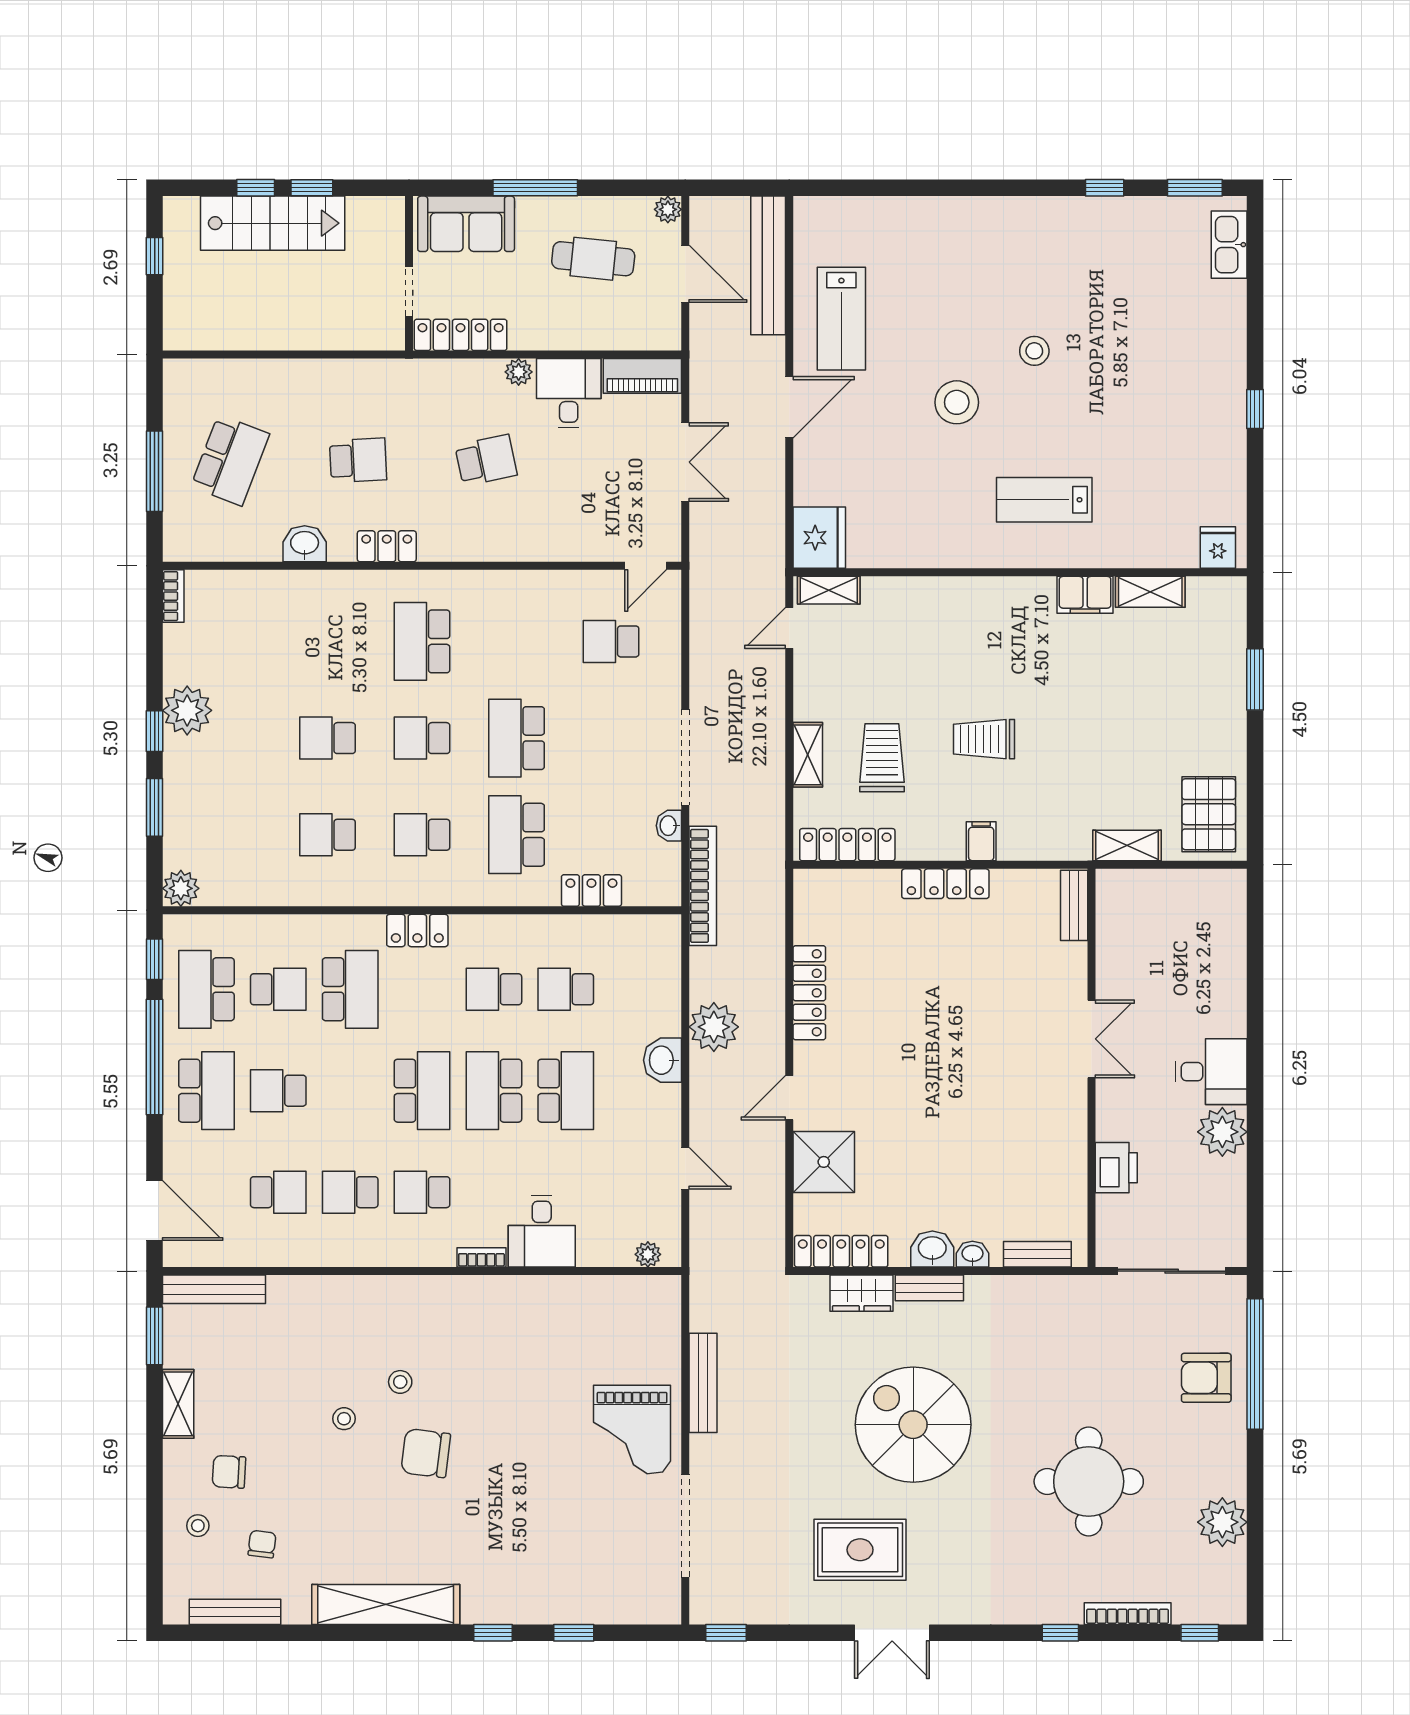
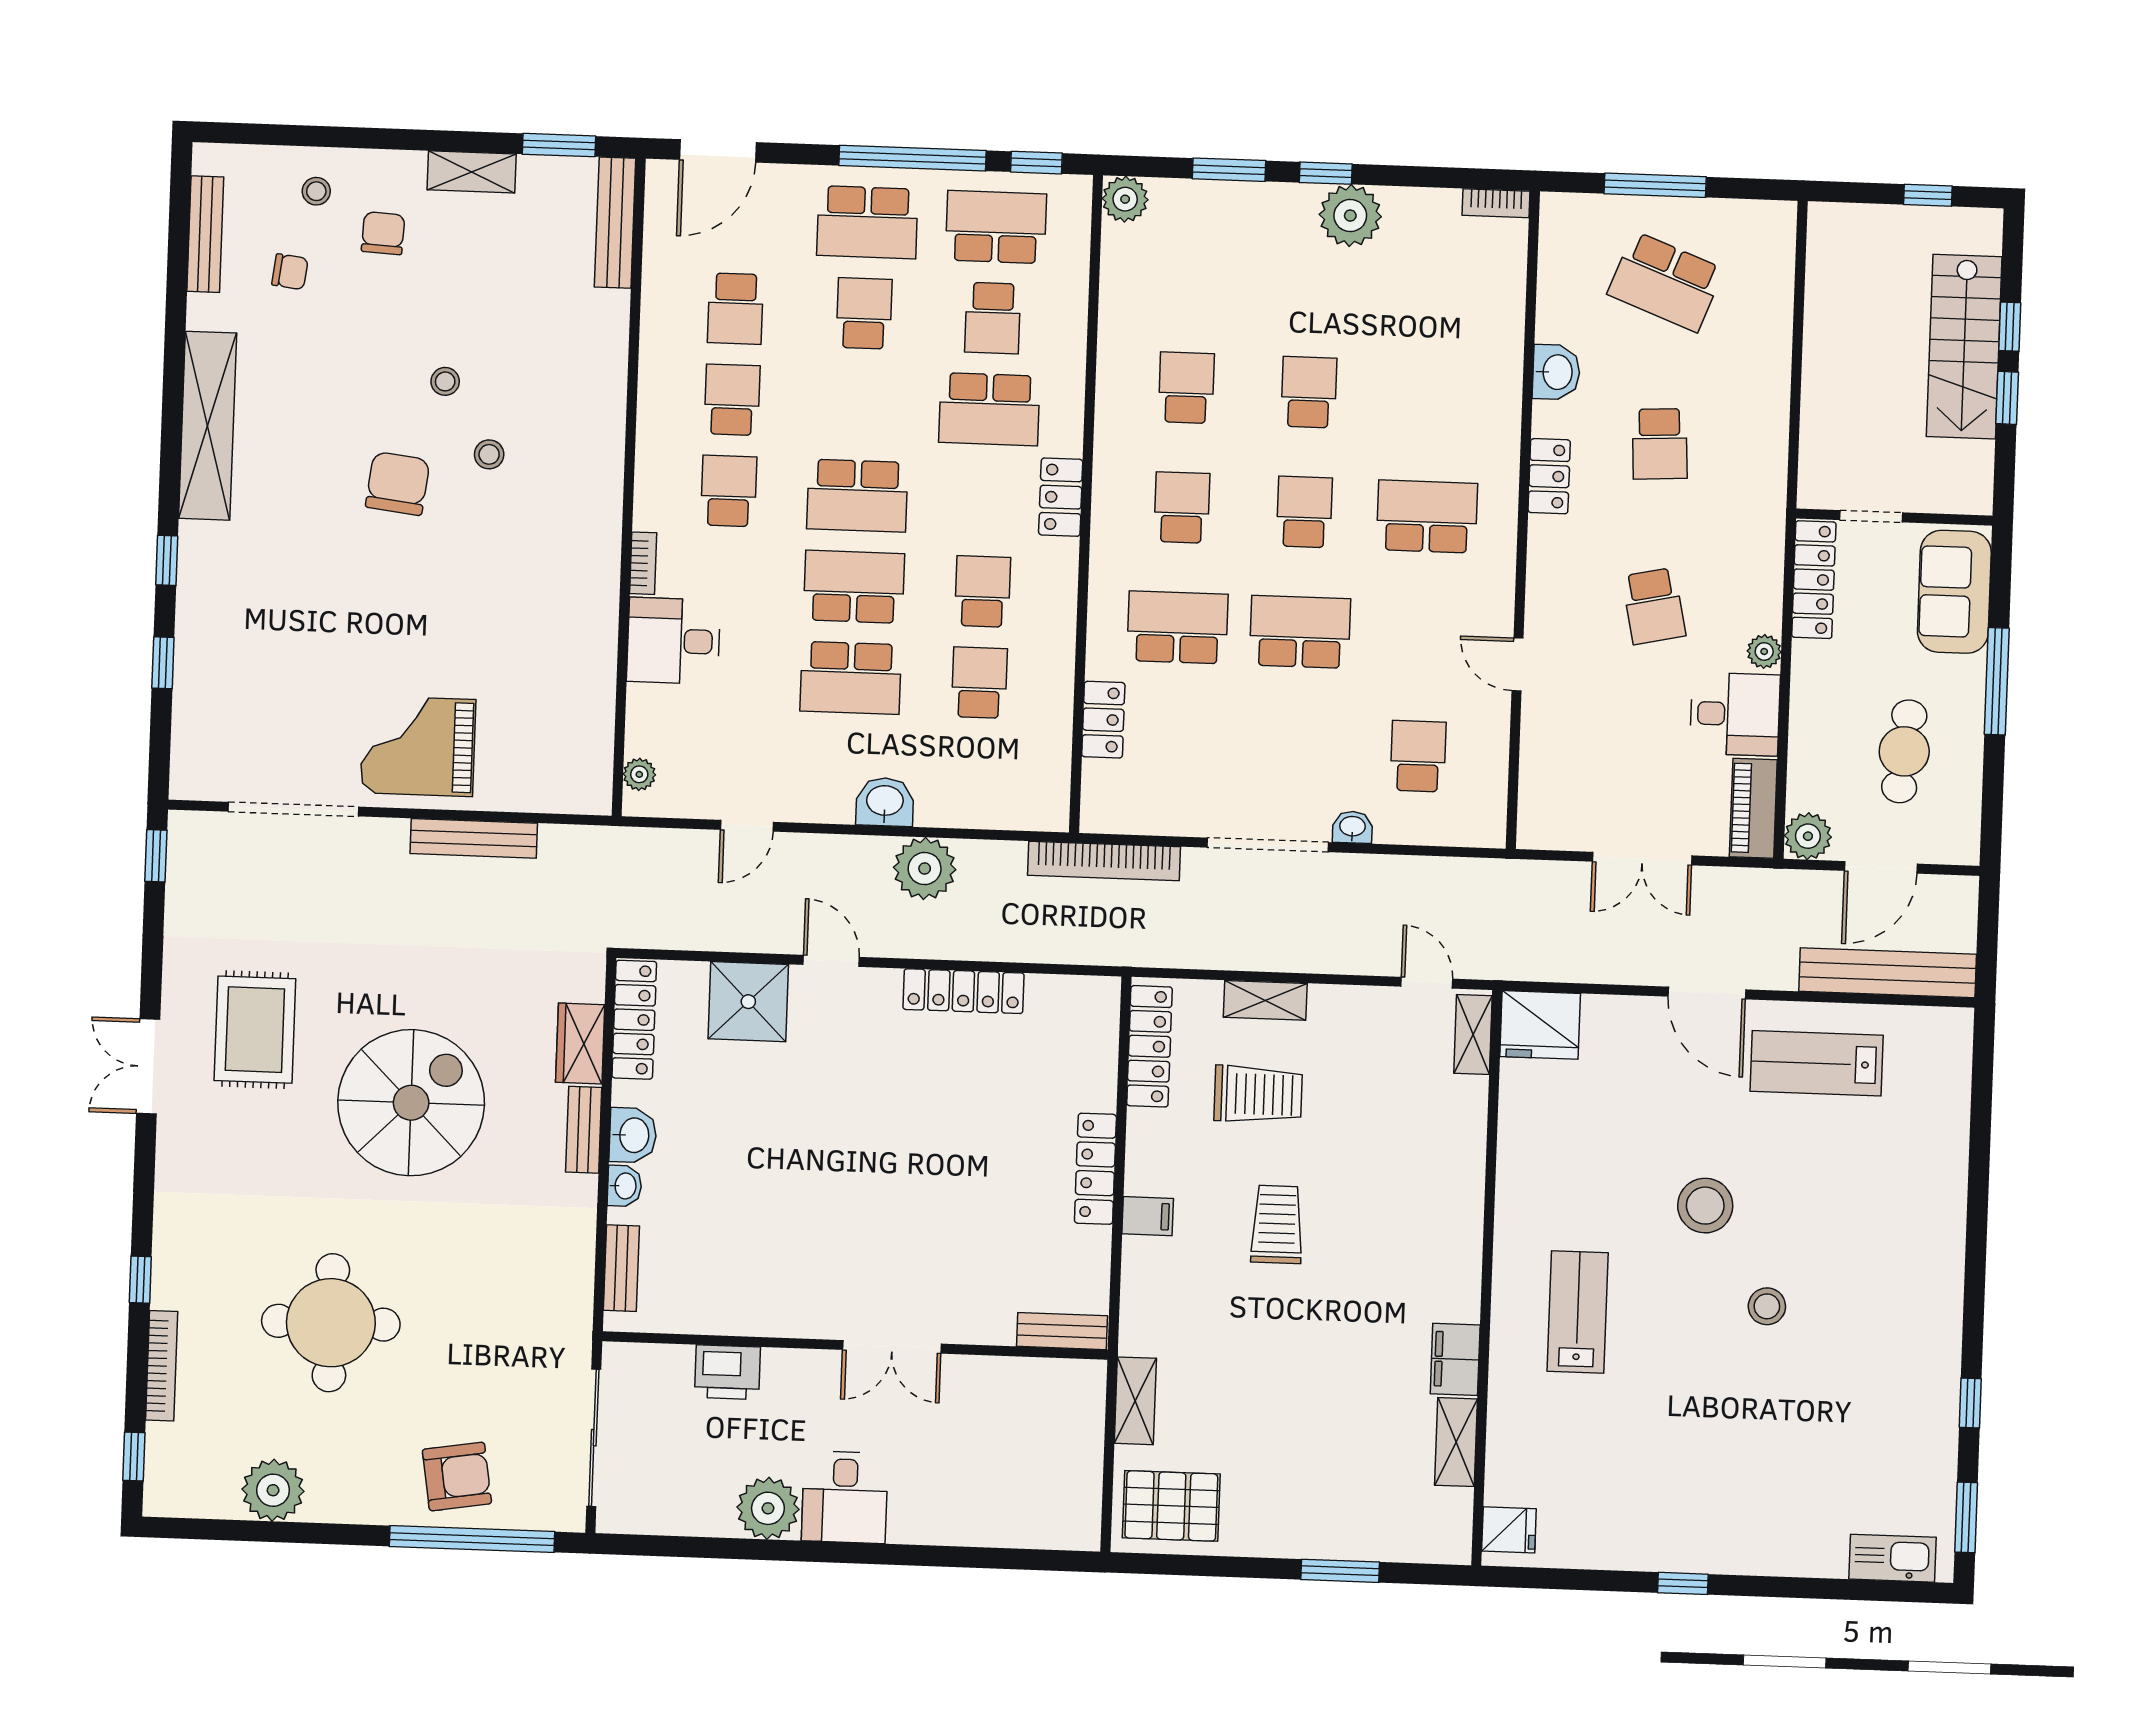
plant: (668, 209) -> (1808, 836), moved, width x1.38, depth x1.38
door: (646, 566) -> (1517, 664), moved
washbasin: (669, 826) -> (1352, 827), moved
armchair: (1206, 1378) -> (457, 1476), turned 81

